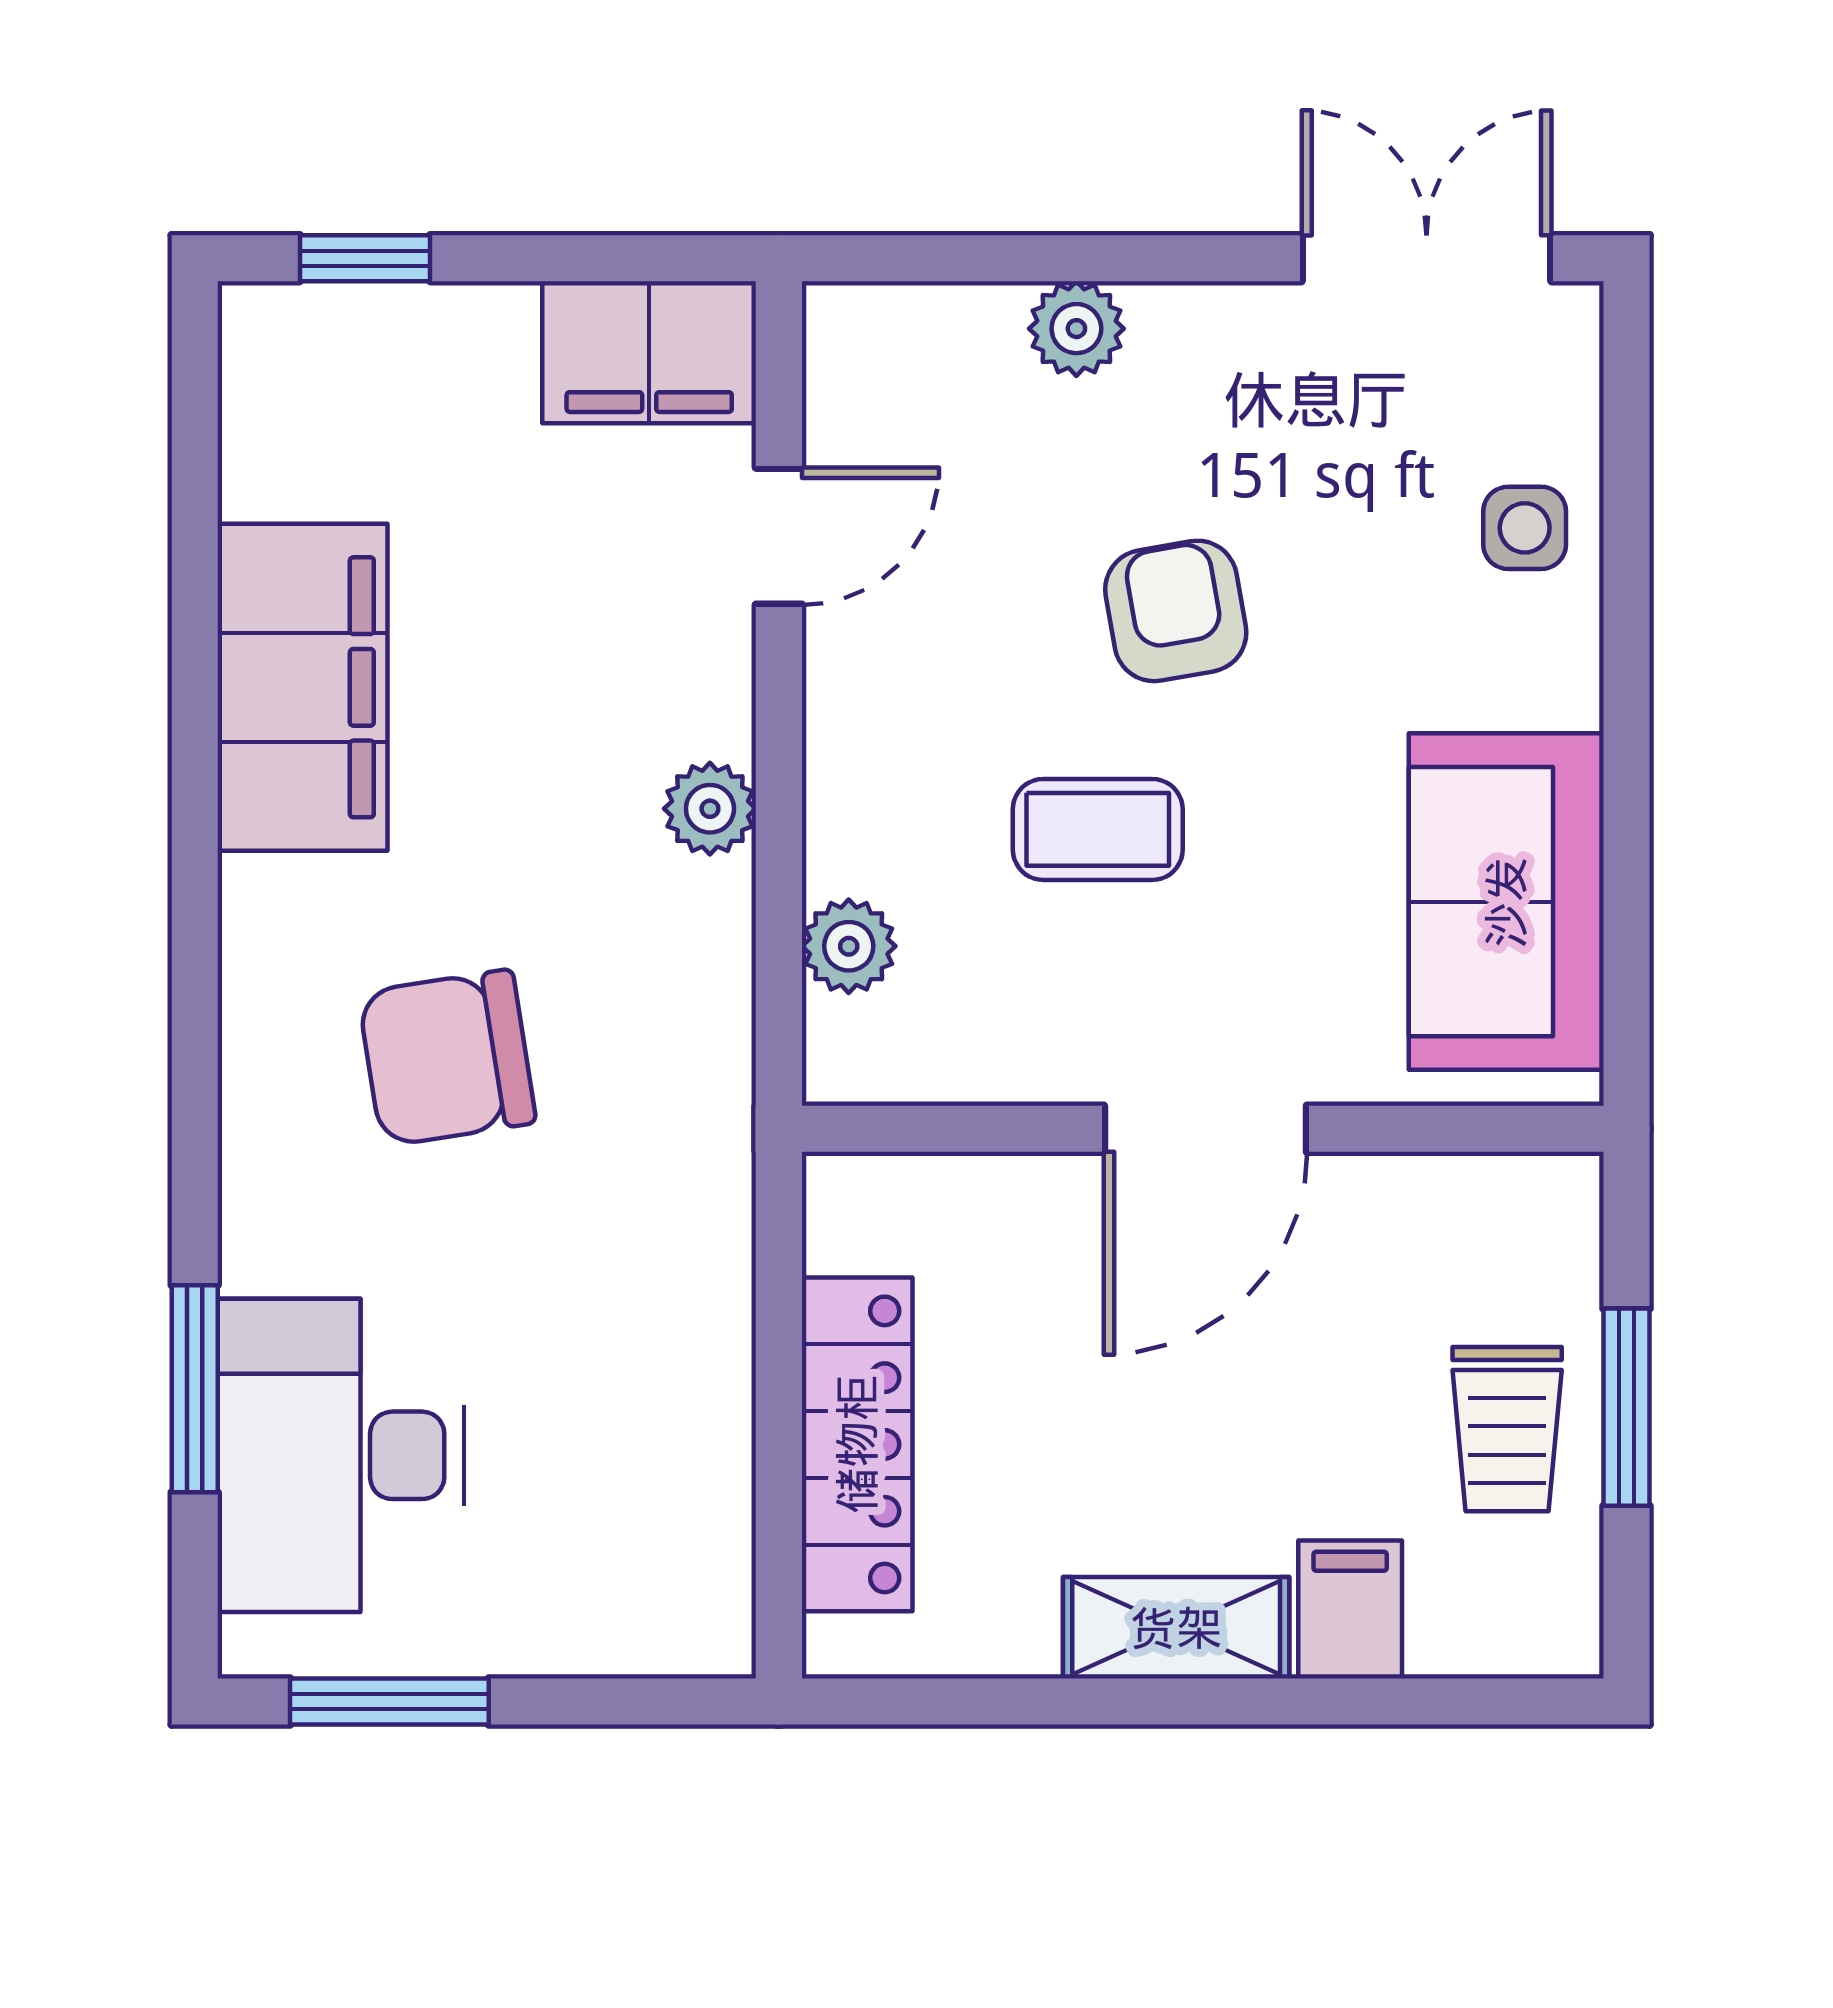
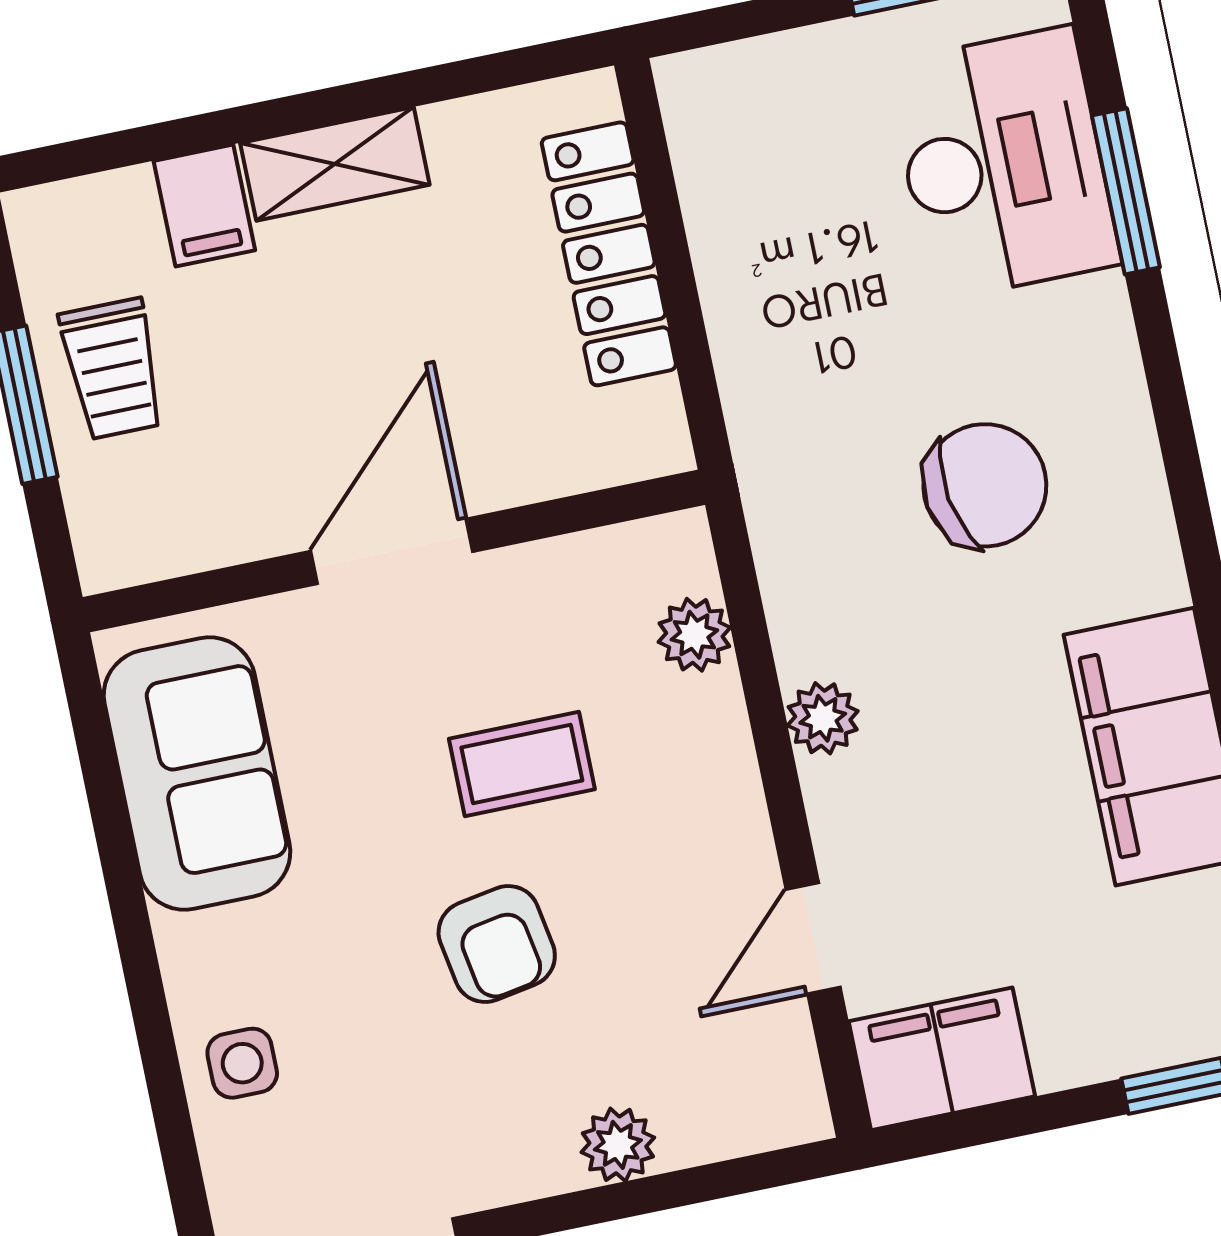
trolley: (1507, 1429) -> (113, 369), turned 180

